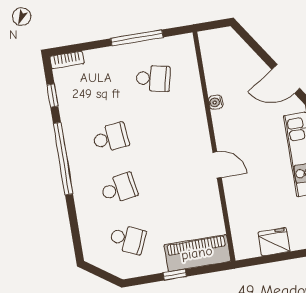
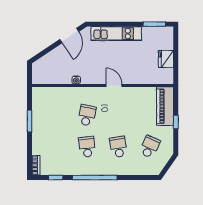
window: (137, 38) -> (29, 121), width x0.69
school desk: (153, 78) -> (87, 115), moved
door: (217, 165) -> (114, 85), hinge flipped

